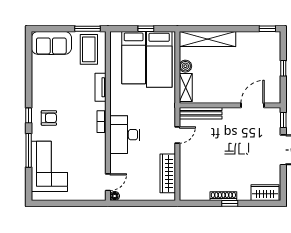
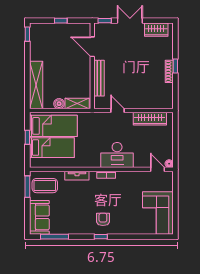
bench: (201, 113) -> (99, 78), moved
window: (29, 150) -> (55, 237), moved
corner sofa: (49, 166) -> (158, 213), moved, turned -90
wardrobe: (265, 193) -> (156, 30), moved, turned -90

